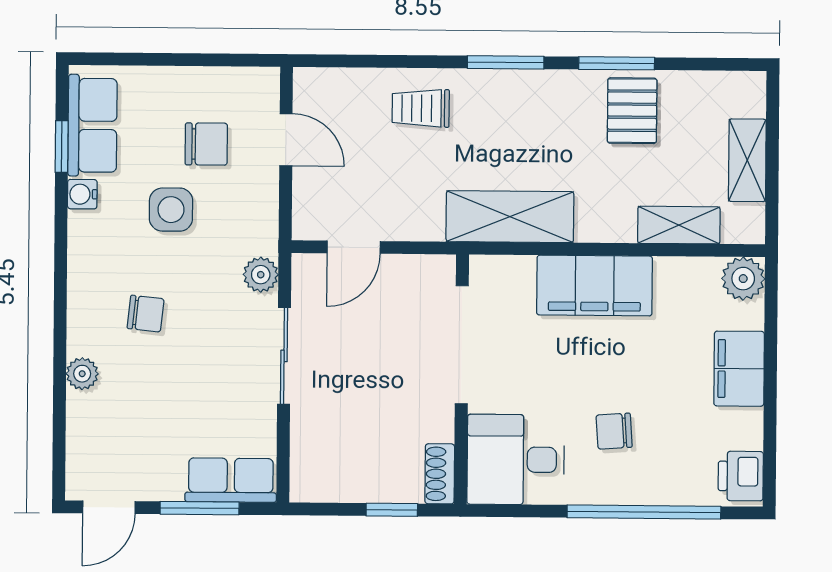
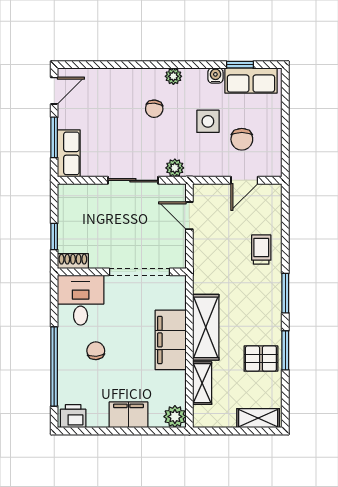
shelving: (747, 160) -> (258, 418), moved
shelving: (510, 217) -> (206, 327), moved
plant: (82, 374) -> (173, 76), moved
door: (109, 507) -> (54, 91), swing flipped

